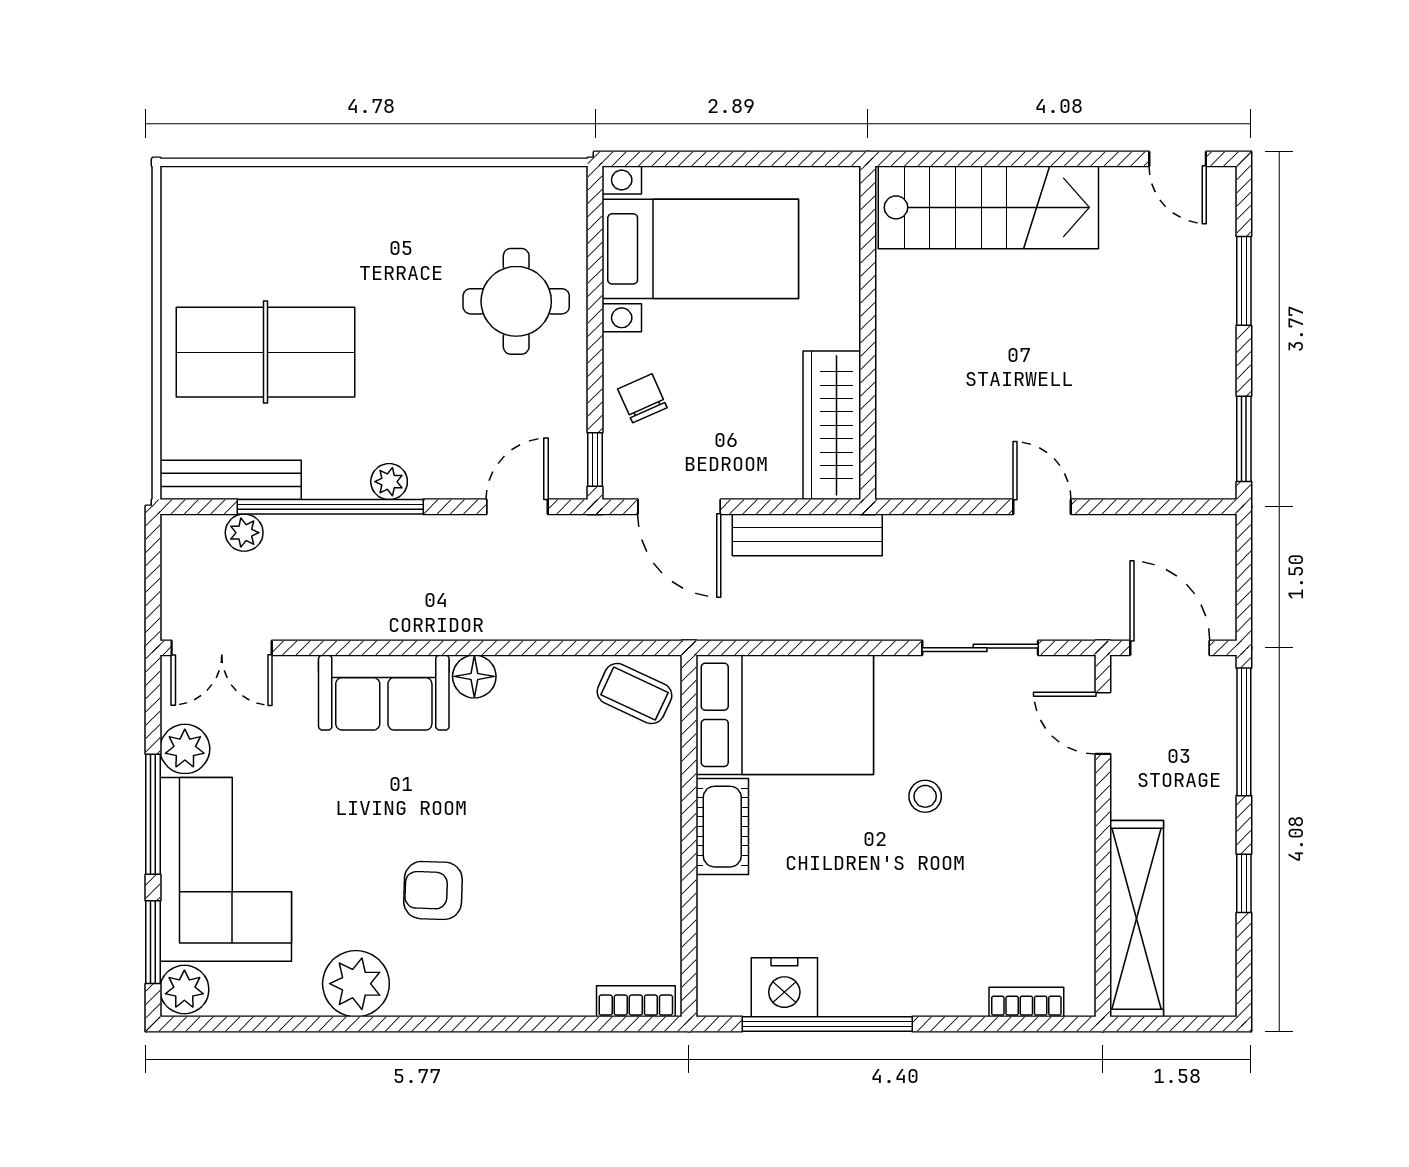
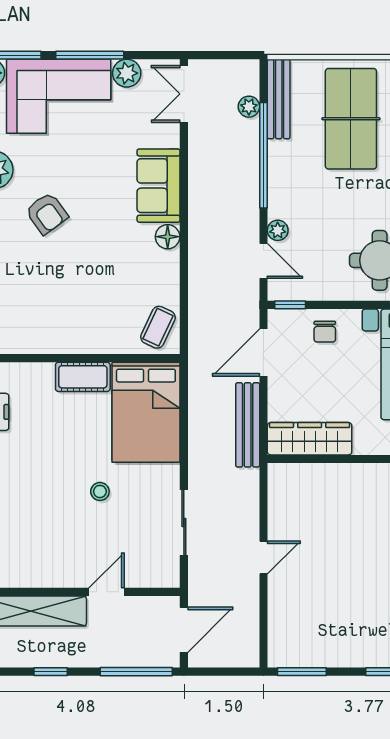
chair: (642, 398) -> (325, 332), turned 114
plant: (389, 482) -> (278, 230), moved
door: (1103, 723) -> (107, 592), moved
armchair: (433, 890) -> (47, 213), turned 142

